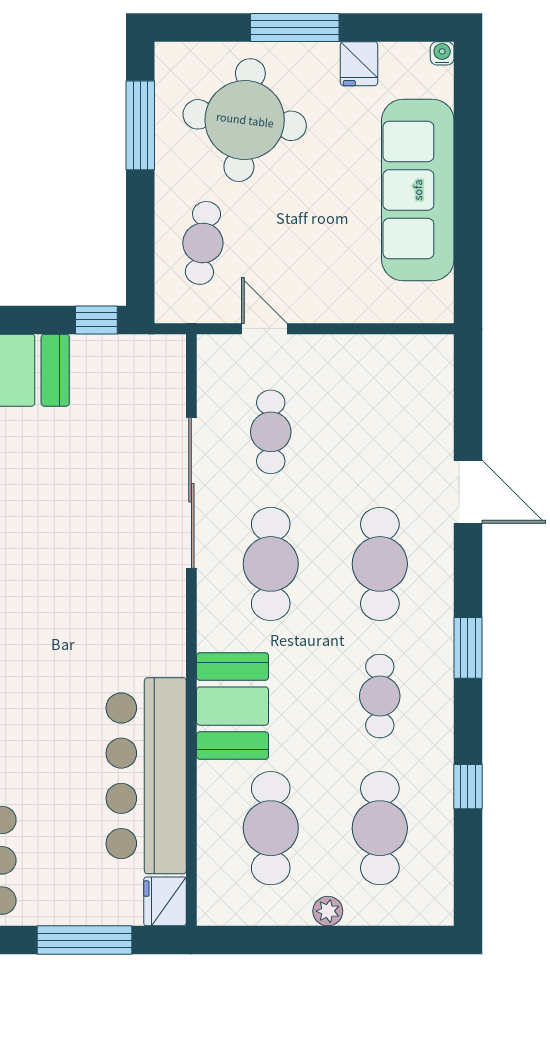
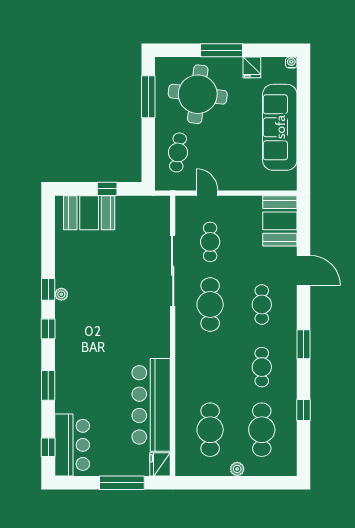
window: (96, 320) -> (107, 189), moved
cafe table: (380, 564) -> (262, 305), width x0.73, depth x0.74
booth: (233, 706) -> (280, 221), moved

